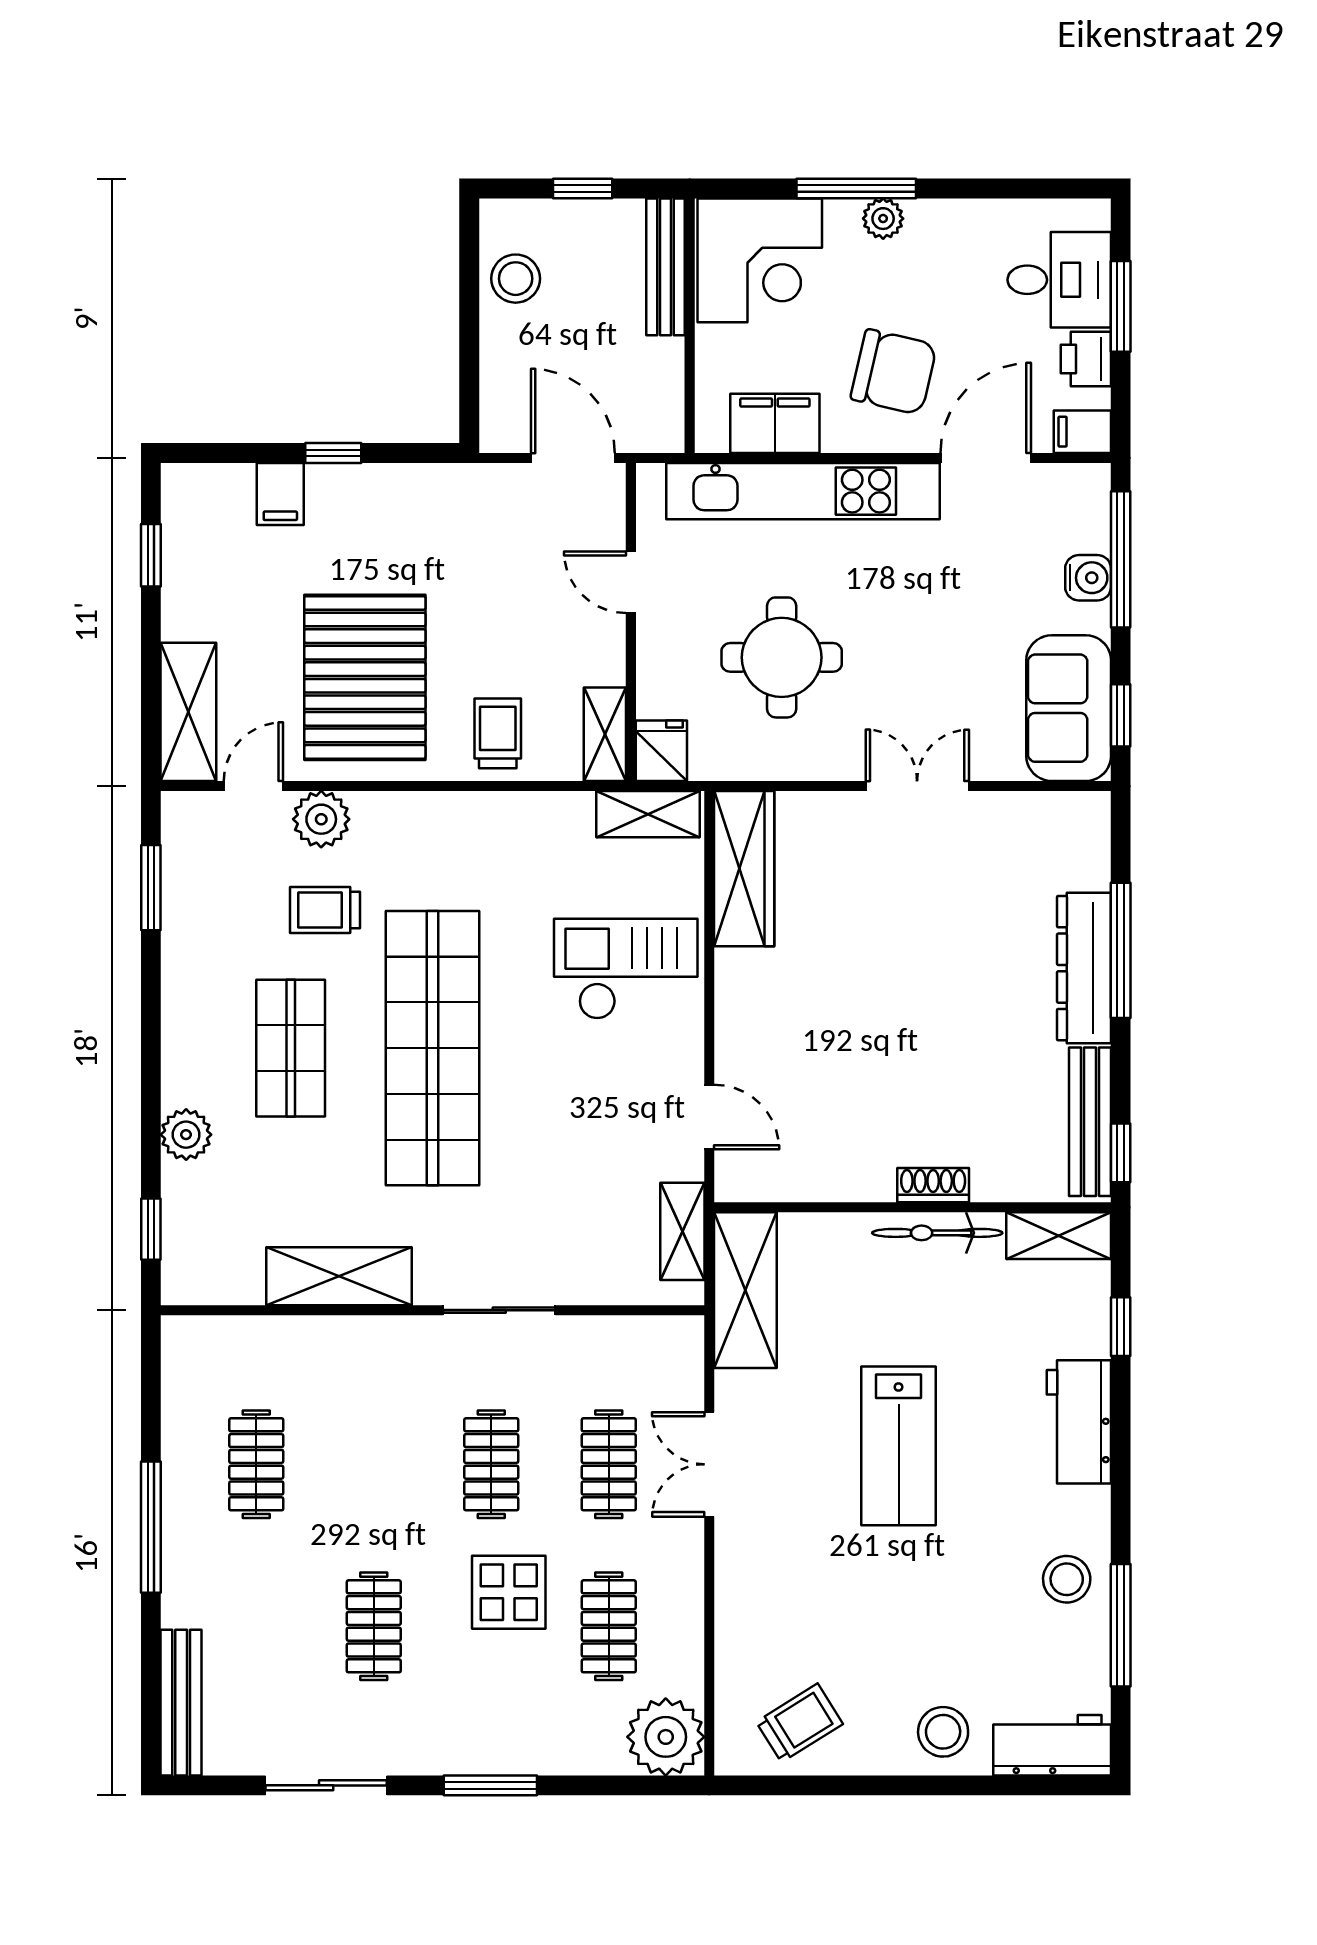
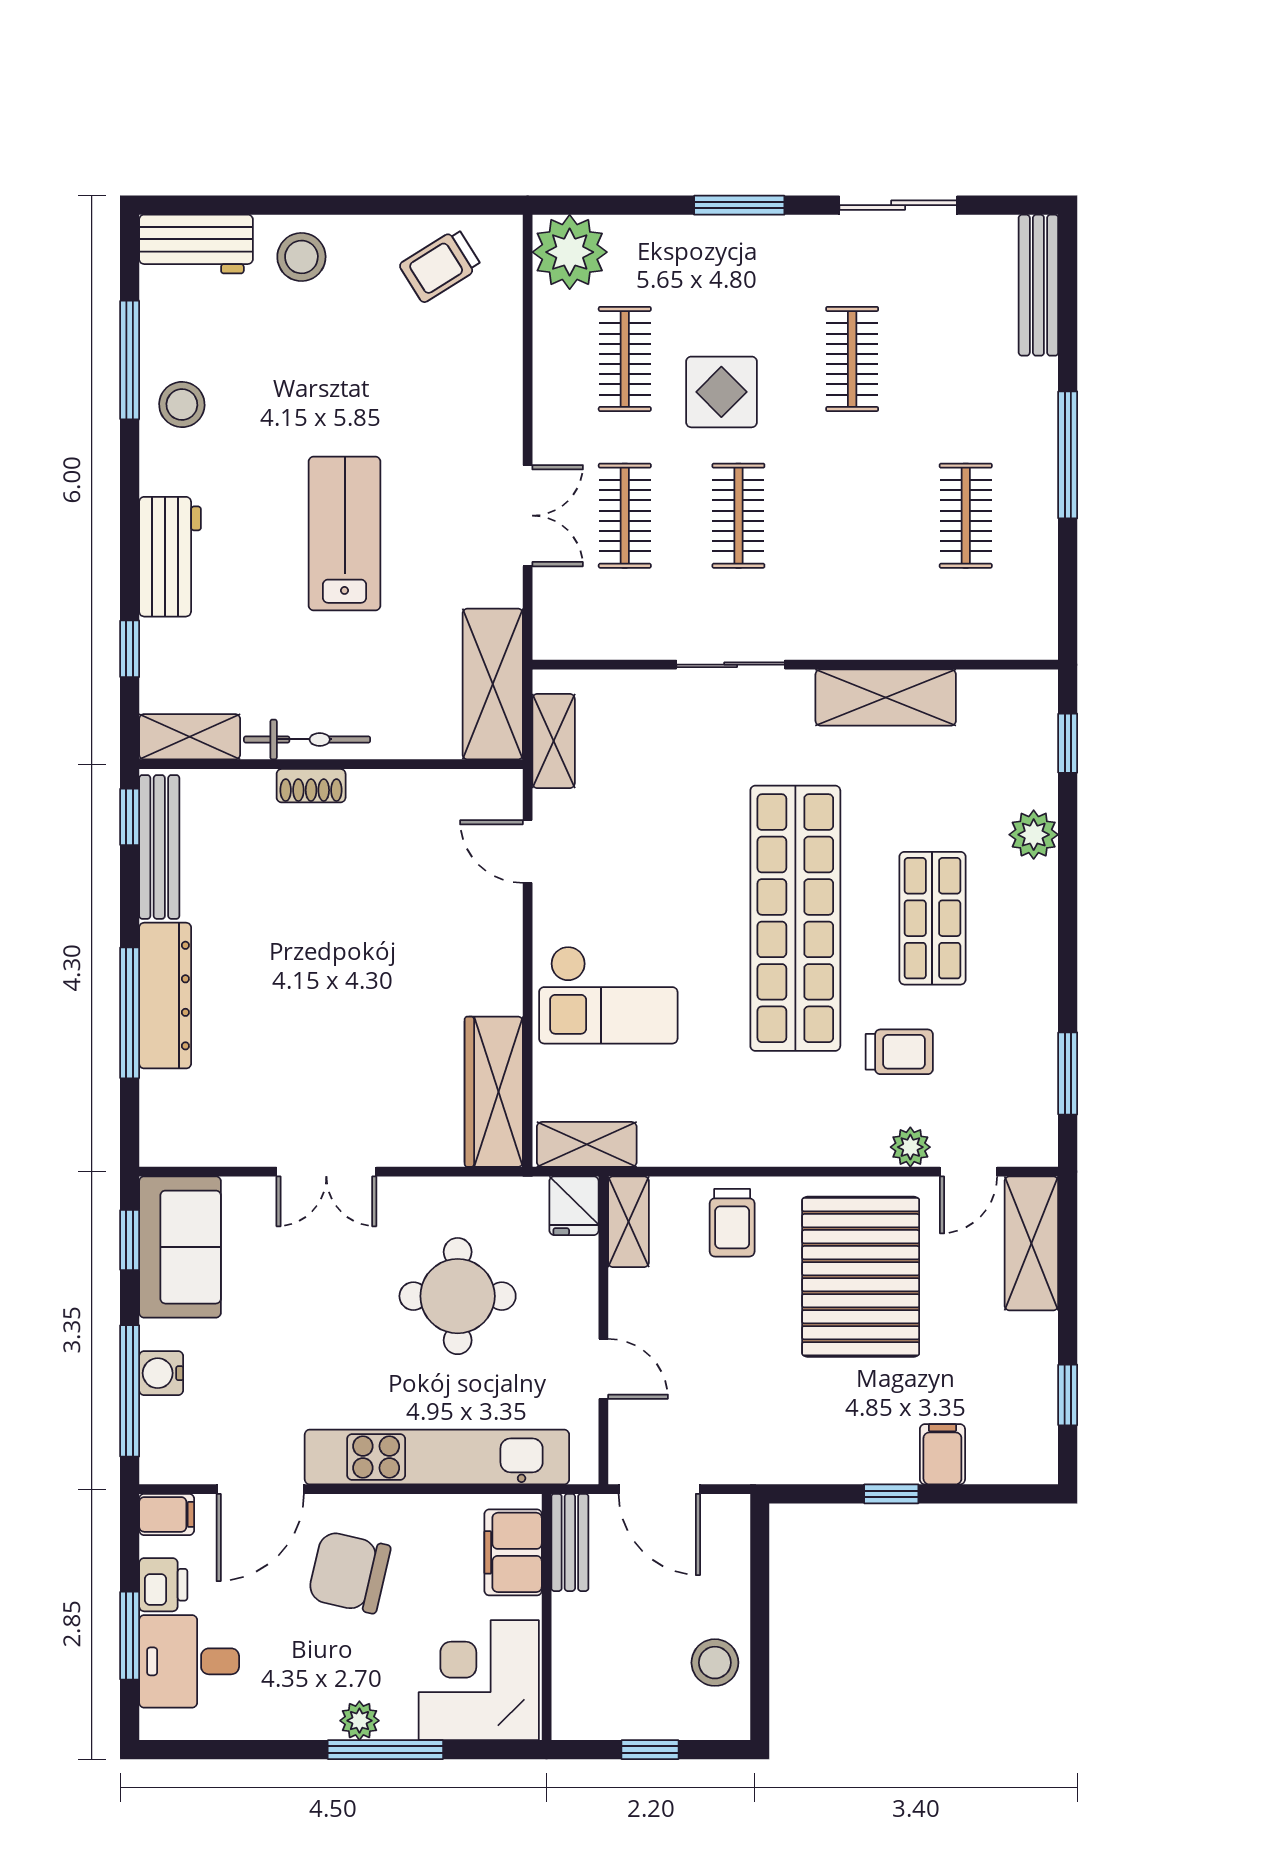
bench: (666, 267) -> (570, 1542), moved, width x0.73
filing cabinet: (775, 423) -> (513, 1552), moved, turned 90
plant: (321, 819) -> (910, 1147), width x0.73, depth x0.73

